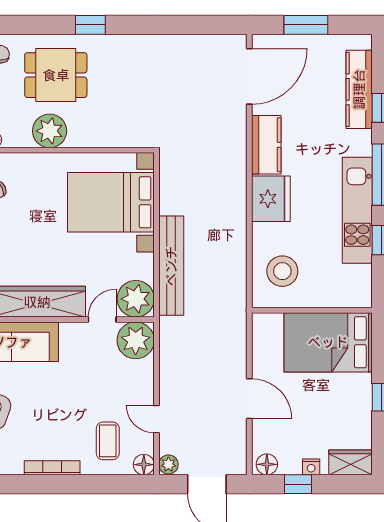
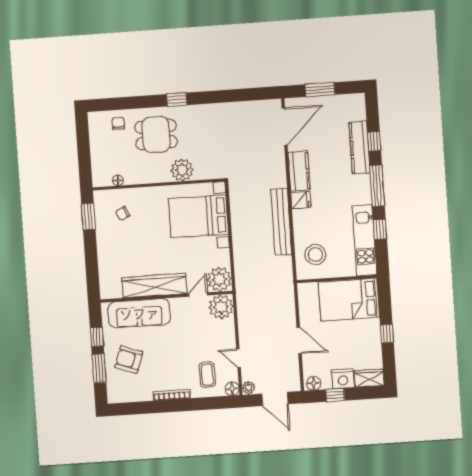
kitchen counter: (359, 89) -> (360, 147), moved
plant: (50, 131) -> (182, 170), moved
fridge: (271, 199) -> (301, 200), width x0.53, depth x0.75
kitchen unit: (357, 210) -> (364, 240), moved
bench: (171, 266) -> (281, 222), moved
nightstand: (311, 467) -> (343, 379), width x1.89, depth x1.79

